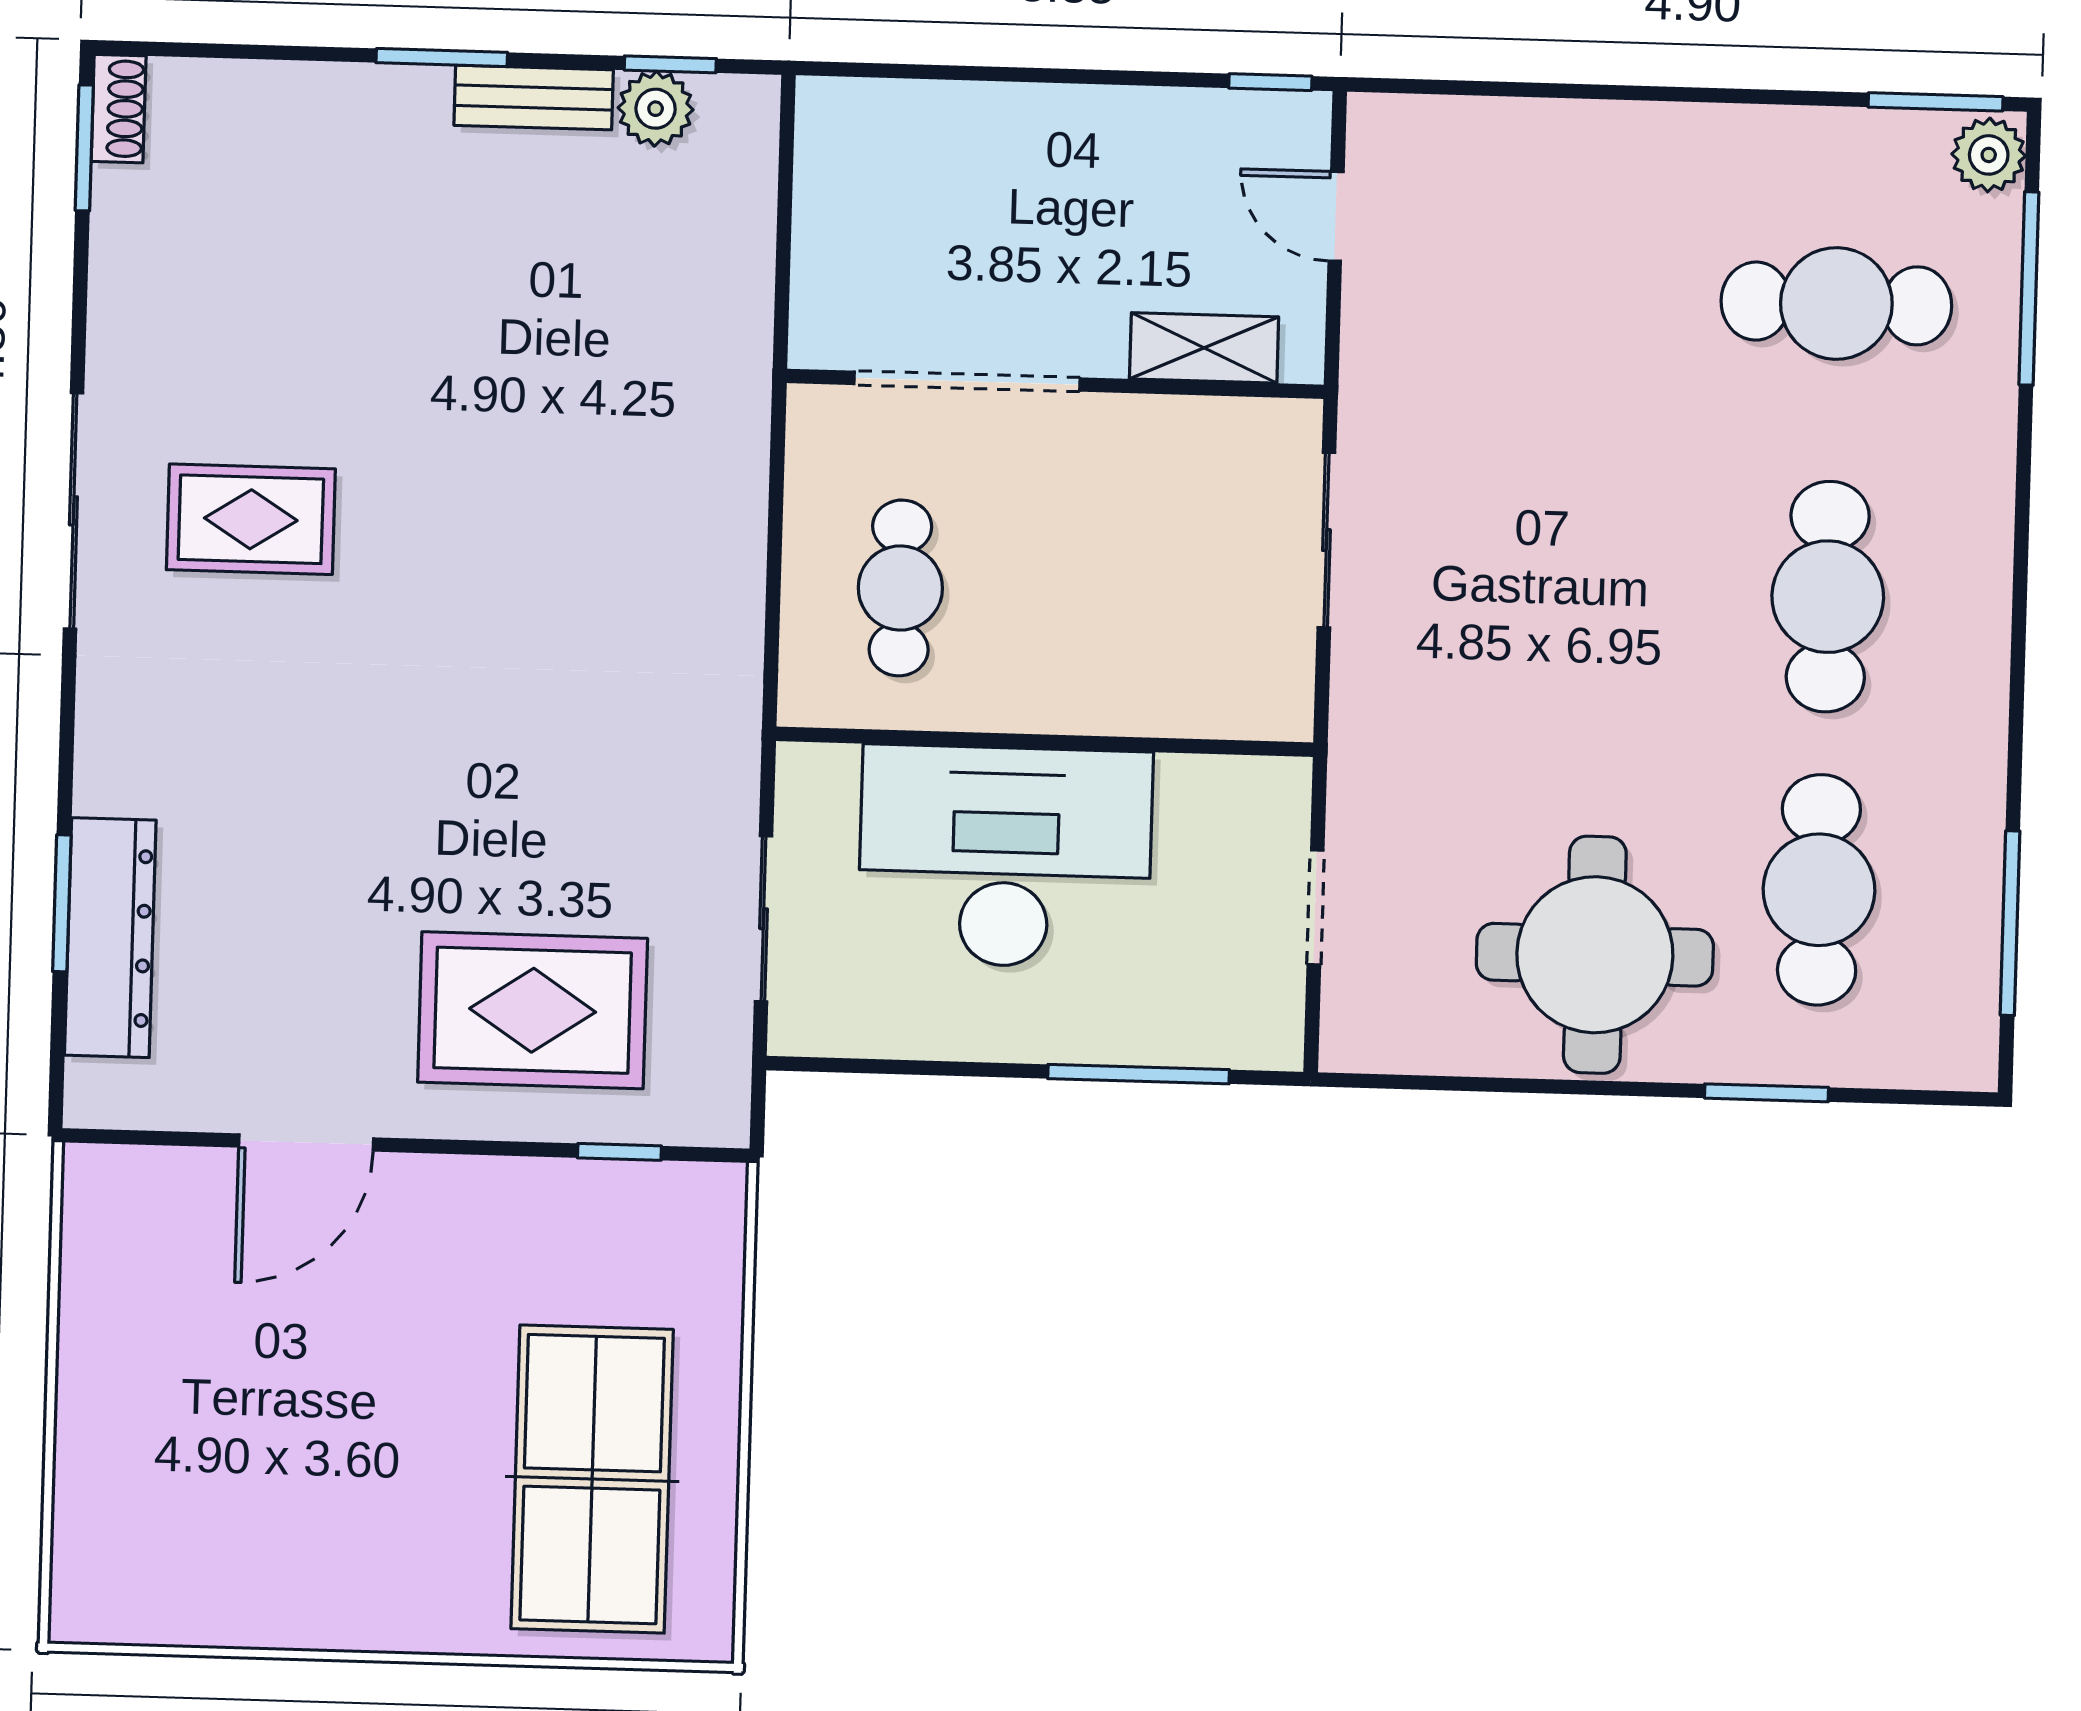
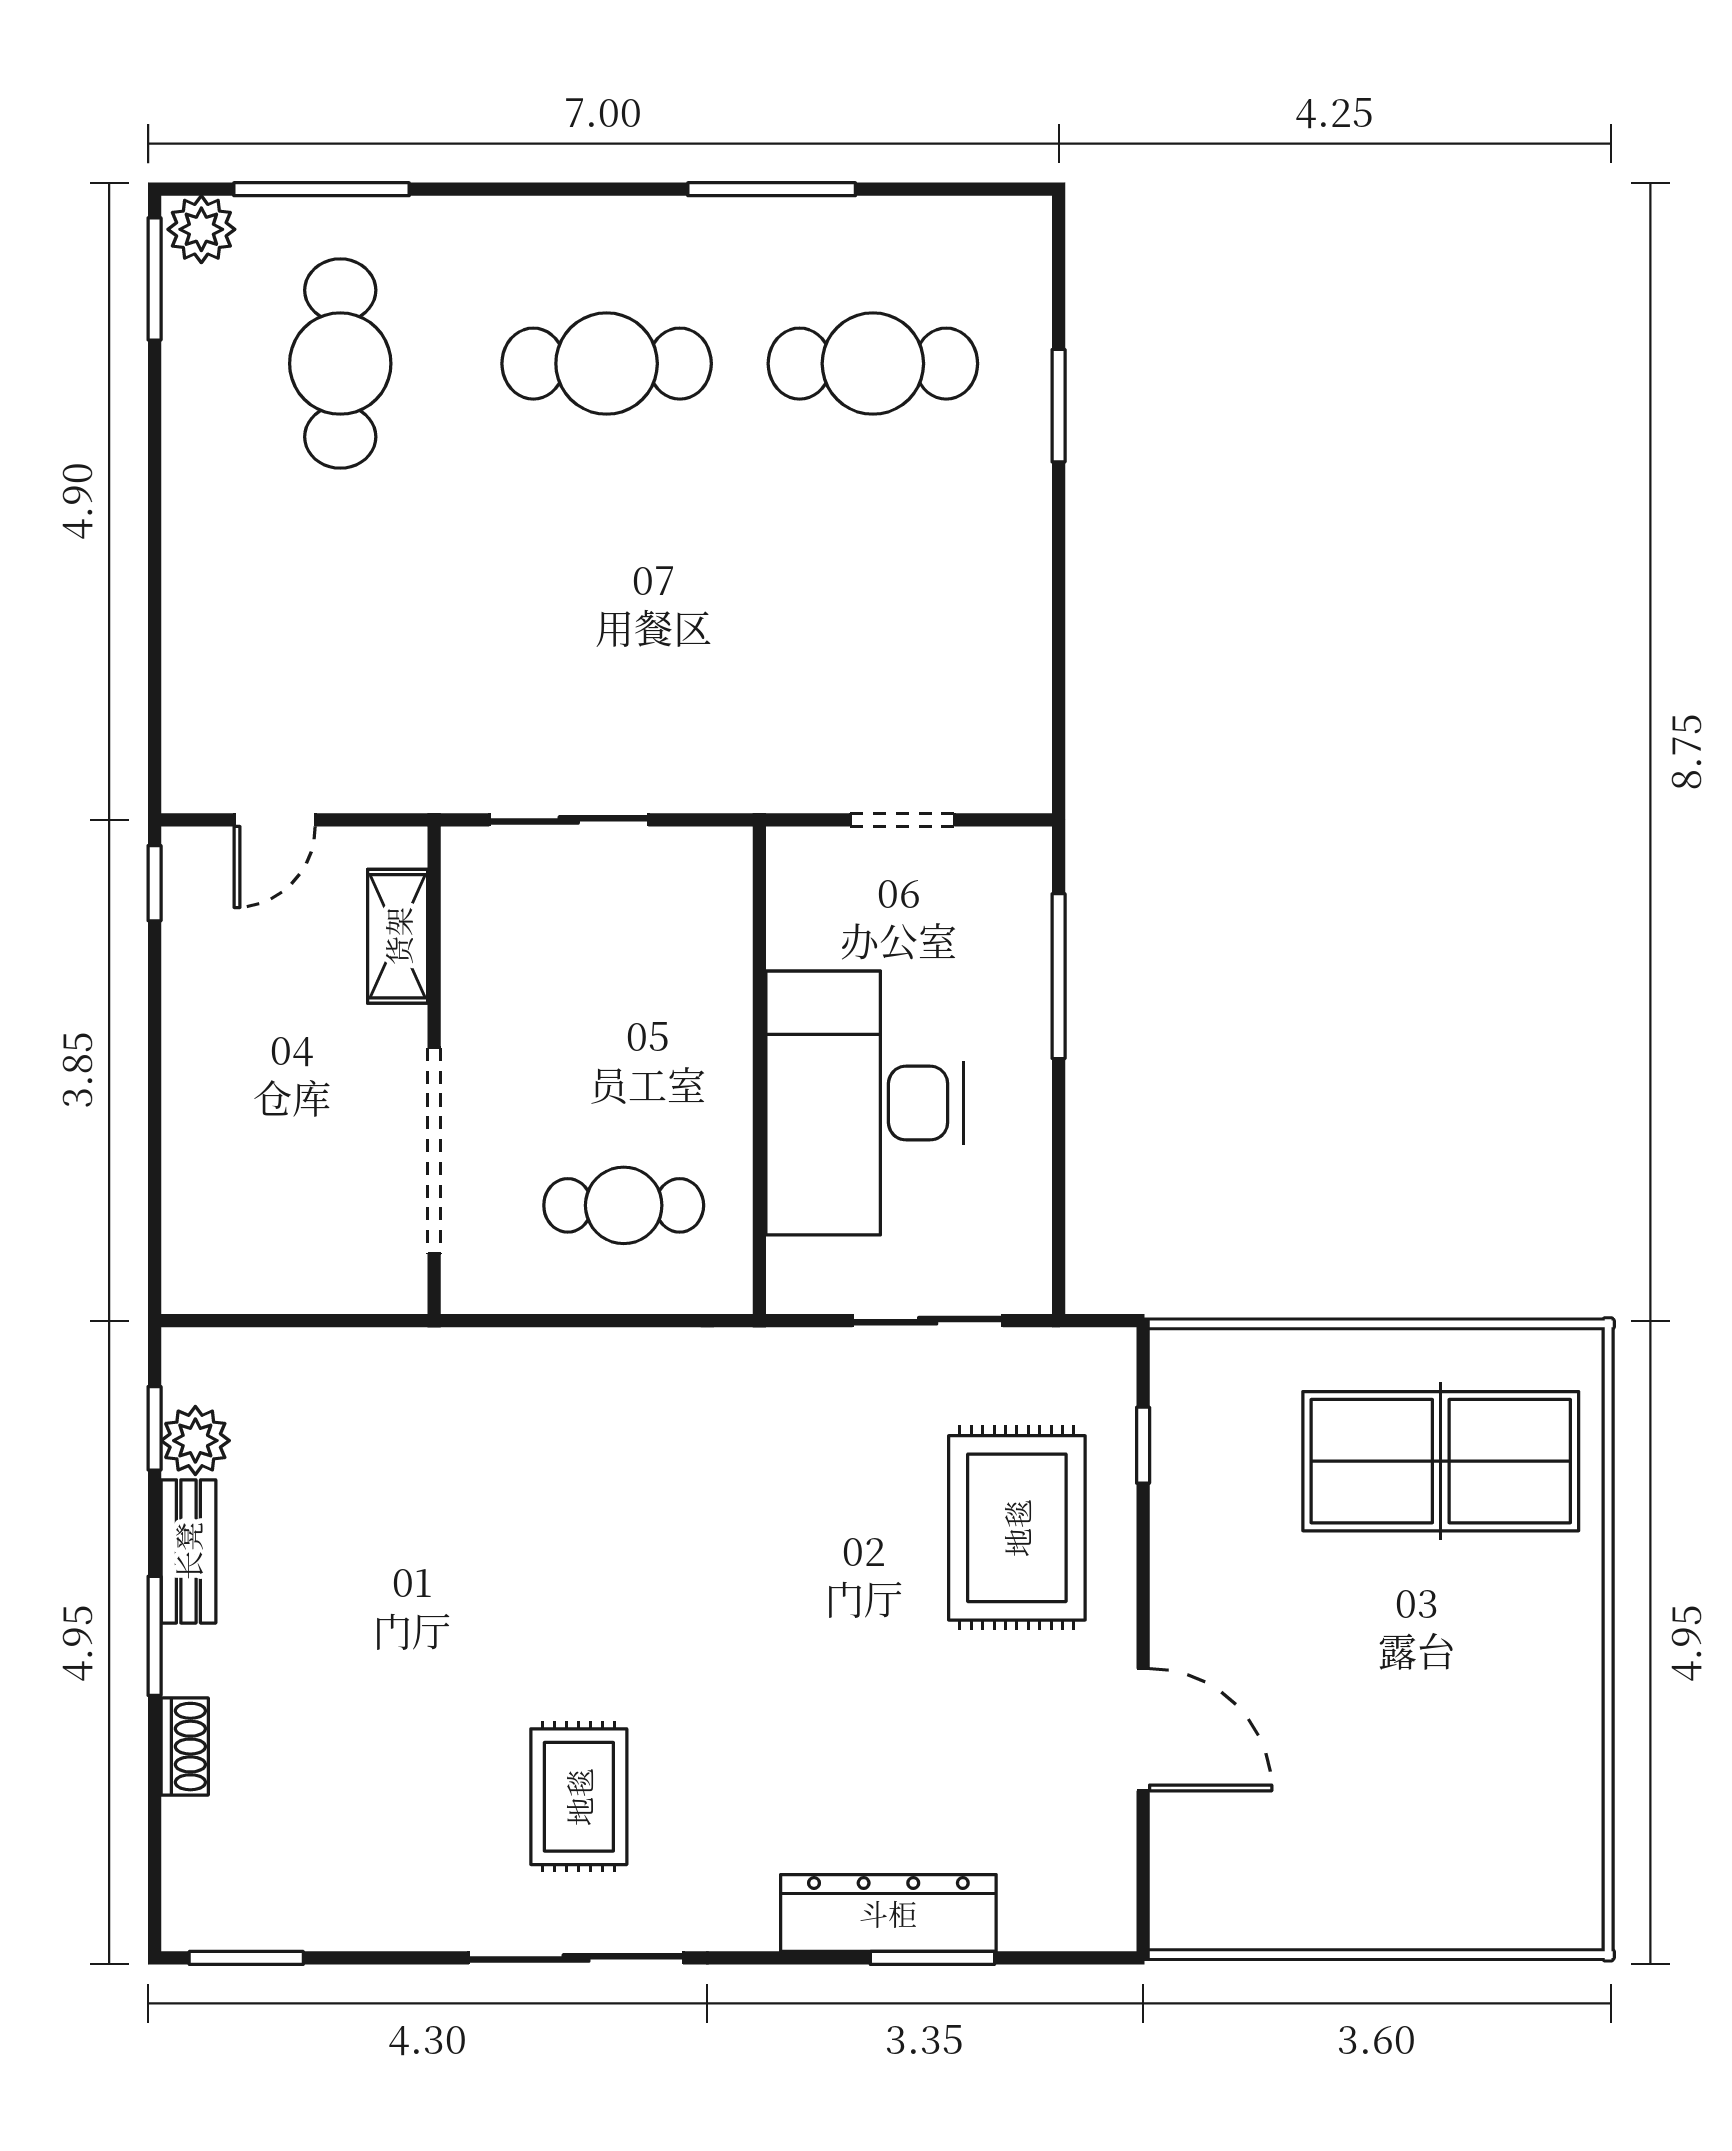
shoe rack: (119, 109) -> (185, 1747), moved, turned 90
window: (2010, 923) -> (772, 189), moved
dresser: (110, 938) -> (888, 1913), moved
round table: (1595, 955) -> (938, 565), removed

